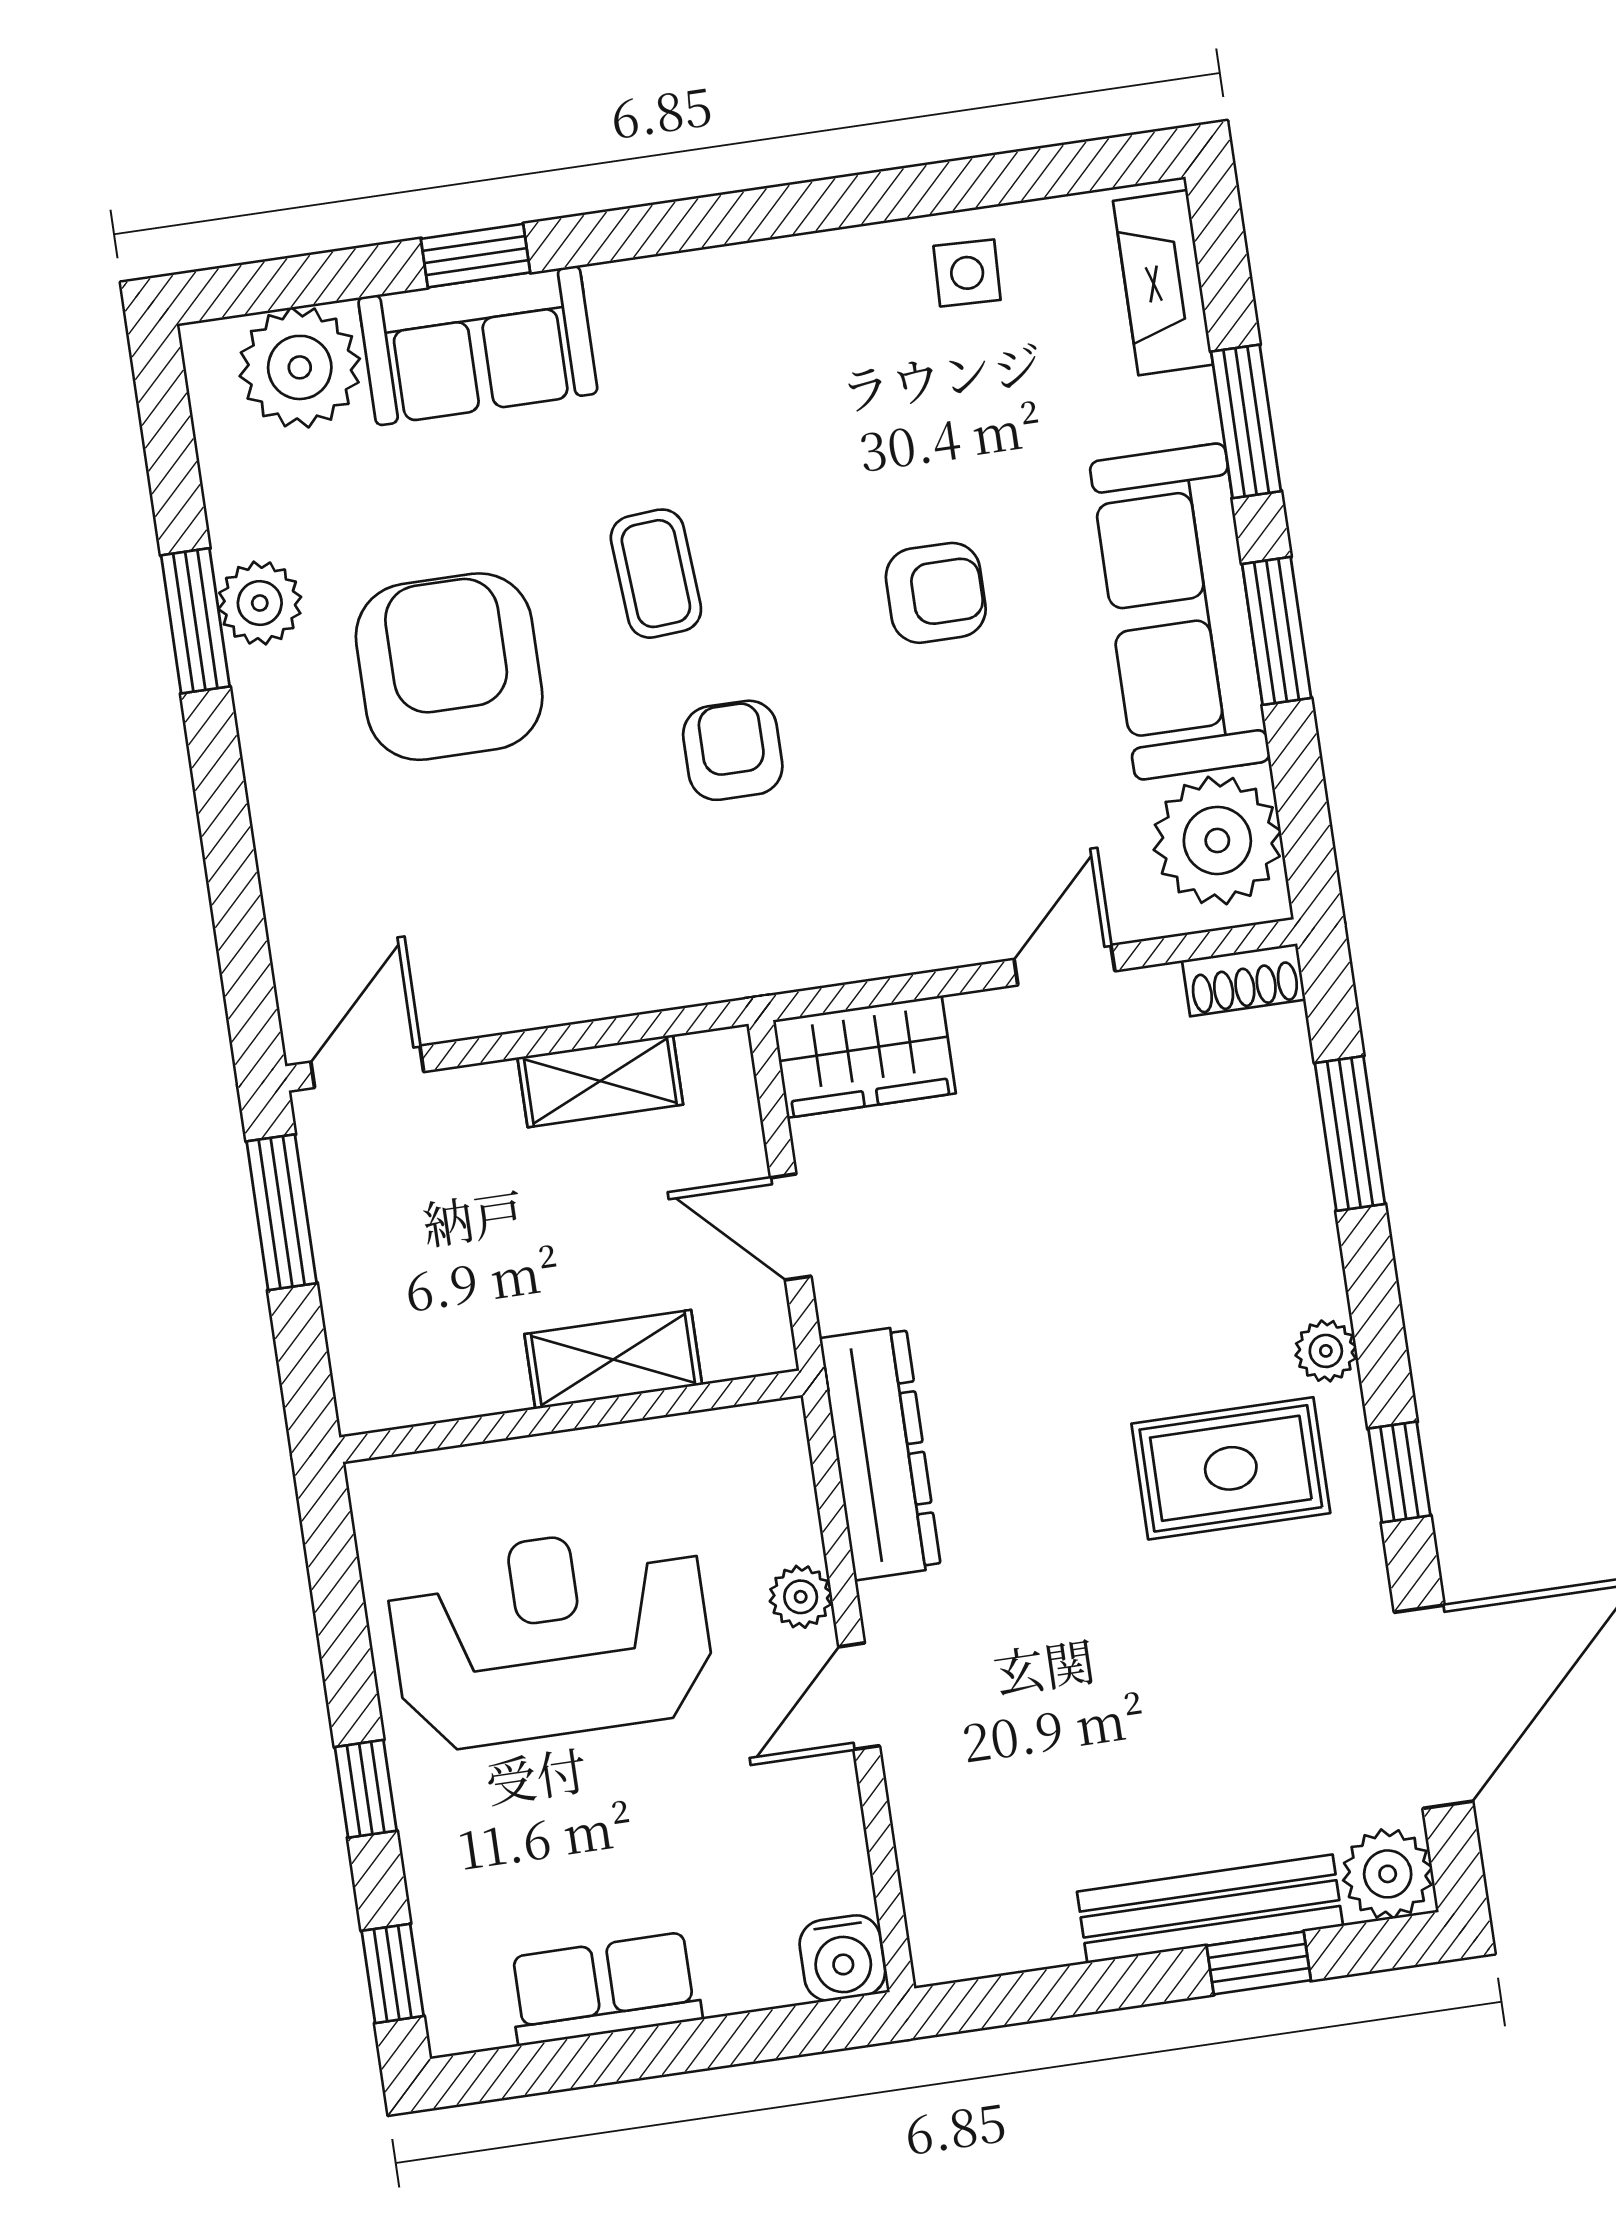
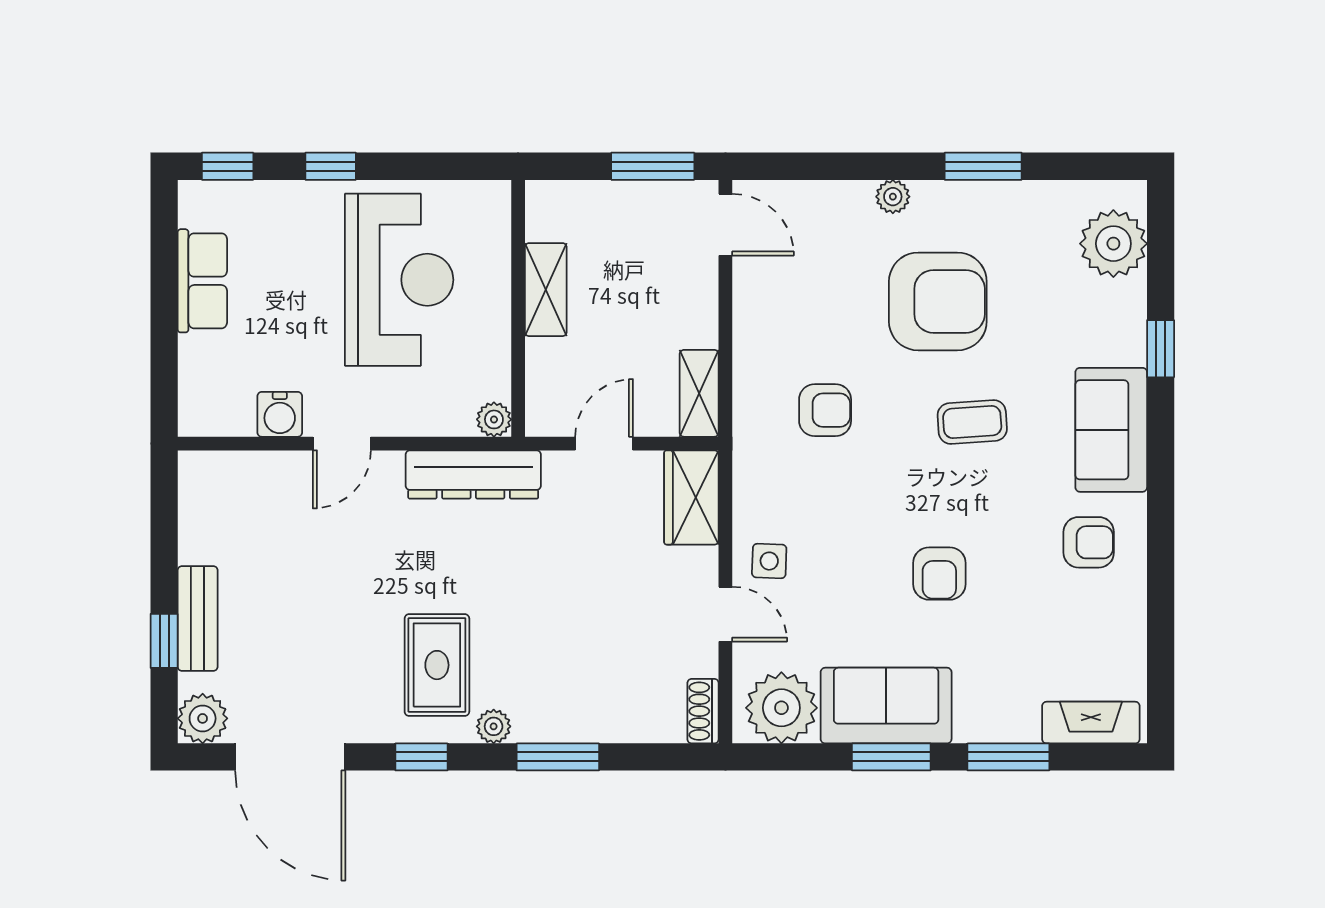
side table: (967, 273) -> (769, 561), moved
armchair: (841, 334) -> (1089, 542), added
sofa: (478, 345) -> (1111, 430), moved
plant: (260, 603) -> (893, 197), moved, width x0.73, depth x0.73
sofa: (1180, 611) -> (886, 706), width x0.73
armchair: (733, 750) -> (825, 410), moved
shelving: (600, 1081) -> (699, 393), moved
window: (1350, 1133) -> (558, 757), moved
shelving: (613, 1359) -> (546, 290), moved
plant: (801, 1597) -> (494, 419), moved
door: (859, 1696) -> (342, 444), swing flipped
bench: (1210, 1909) -> (198, 619), width x0.73
water cooler: (842, 1958) -> (280, 414), moved, turned -90

